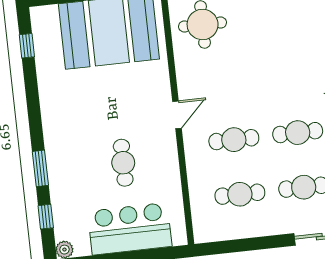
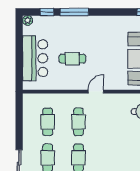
door: (177, 115) -> (96, 92), swing flipped
window: (40, 168) -> (74, 12), width x1.44

